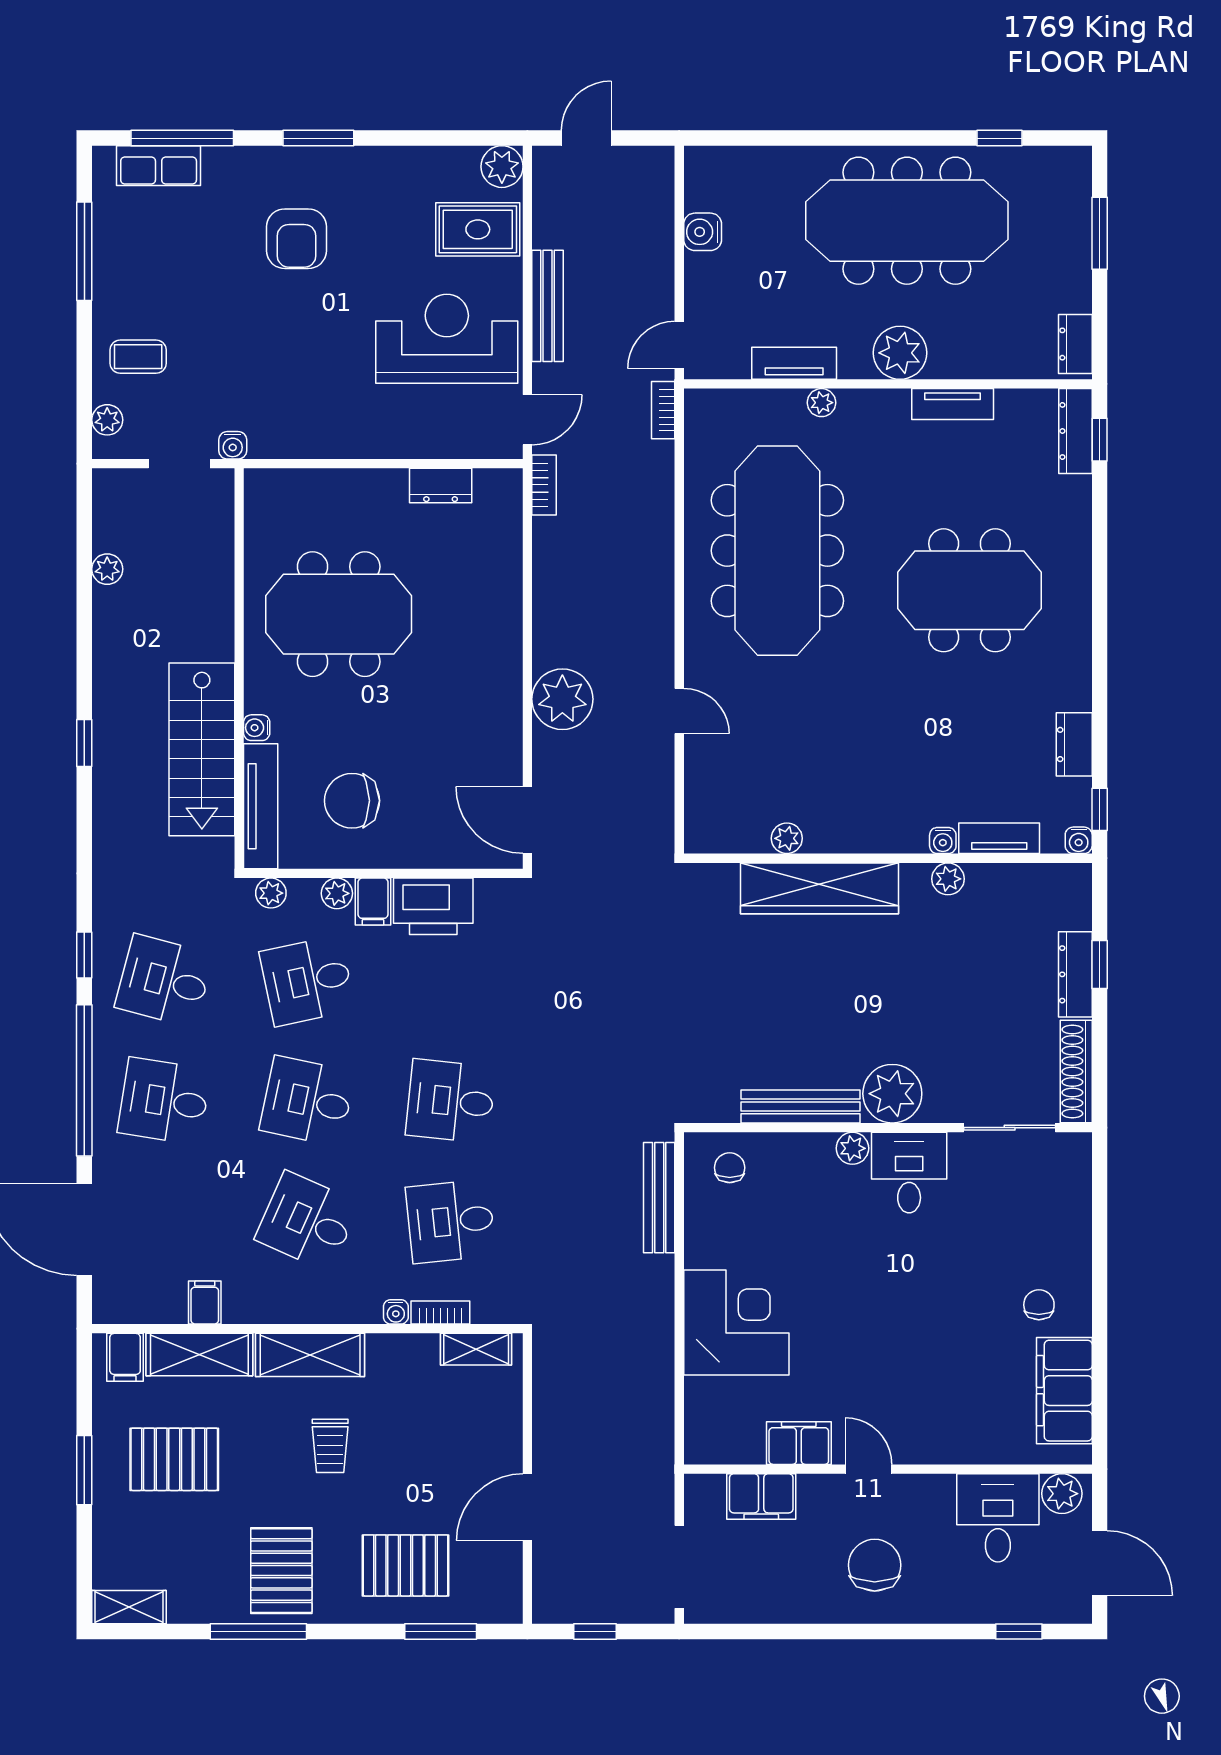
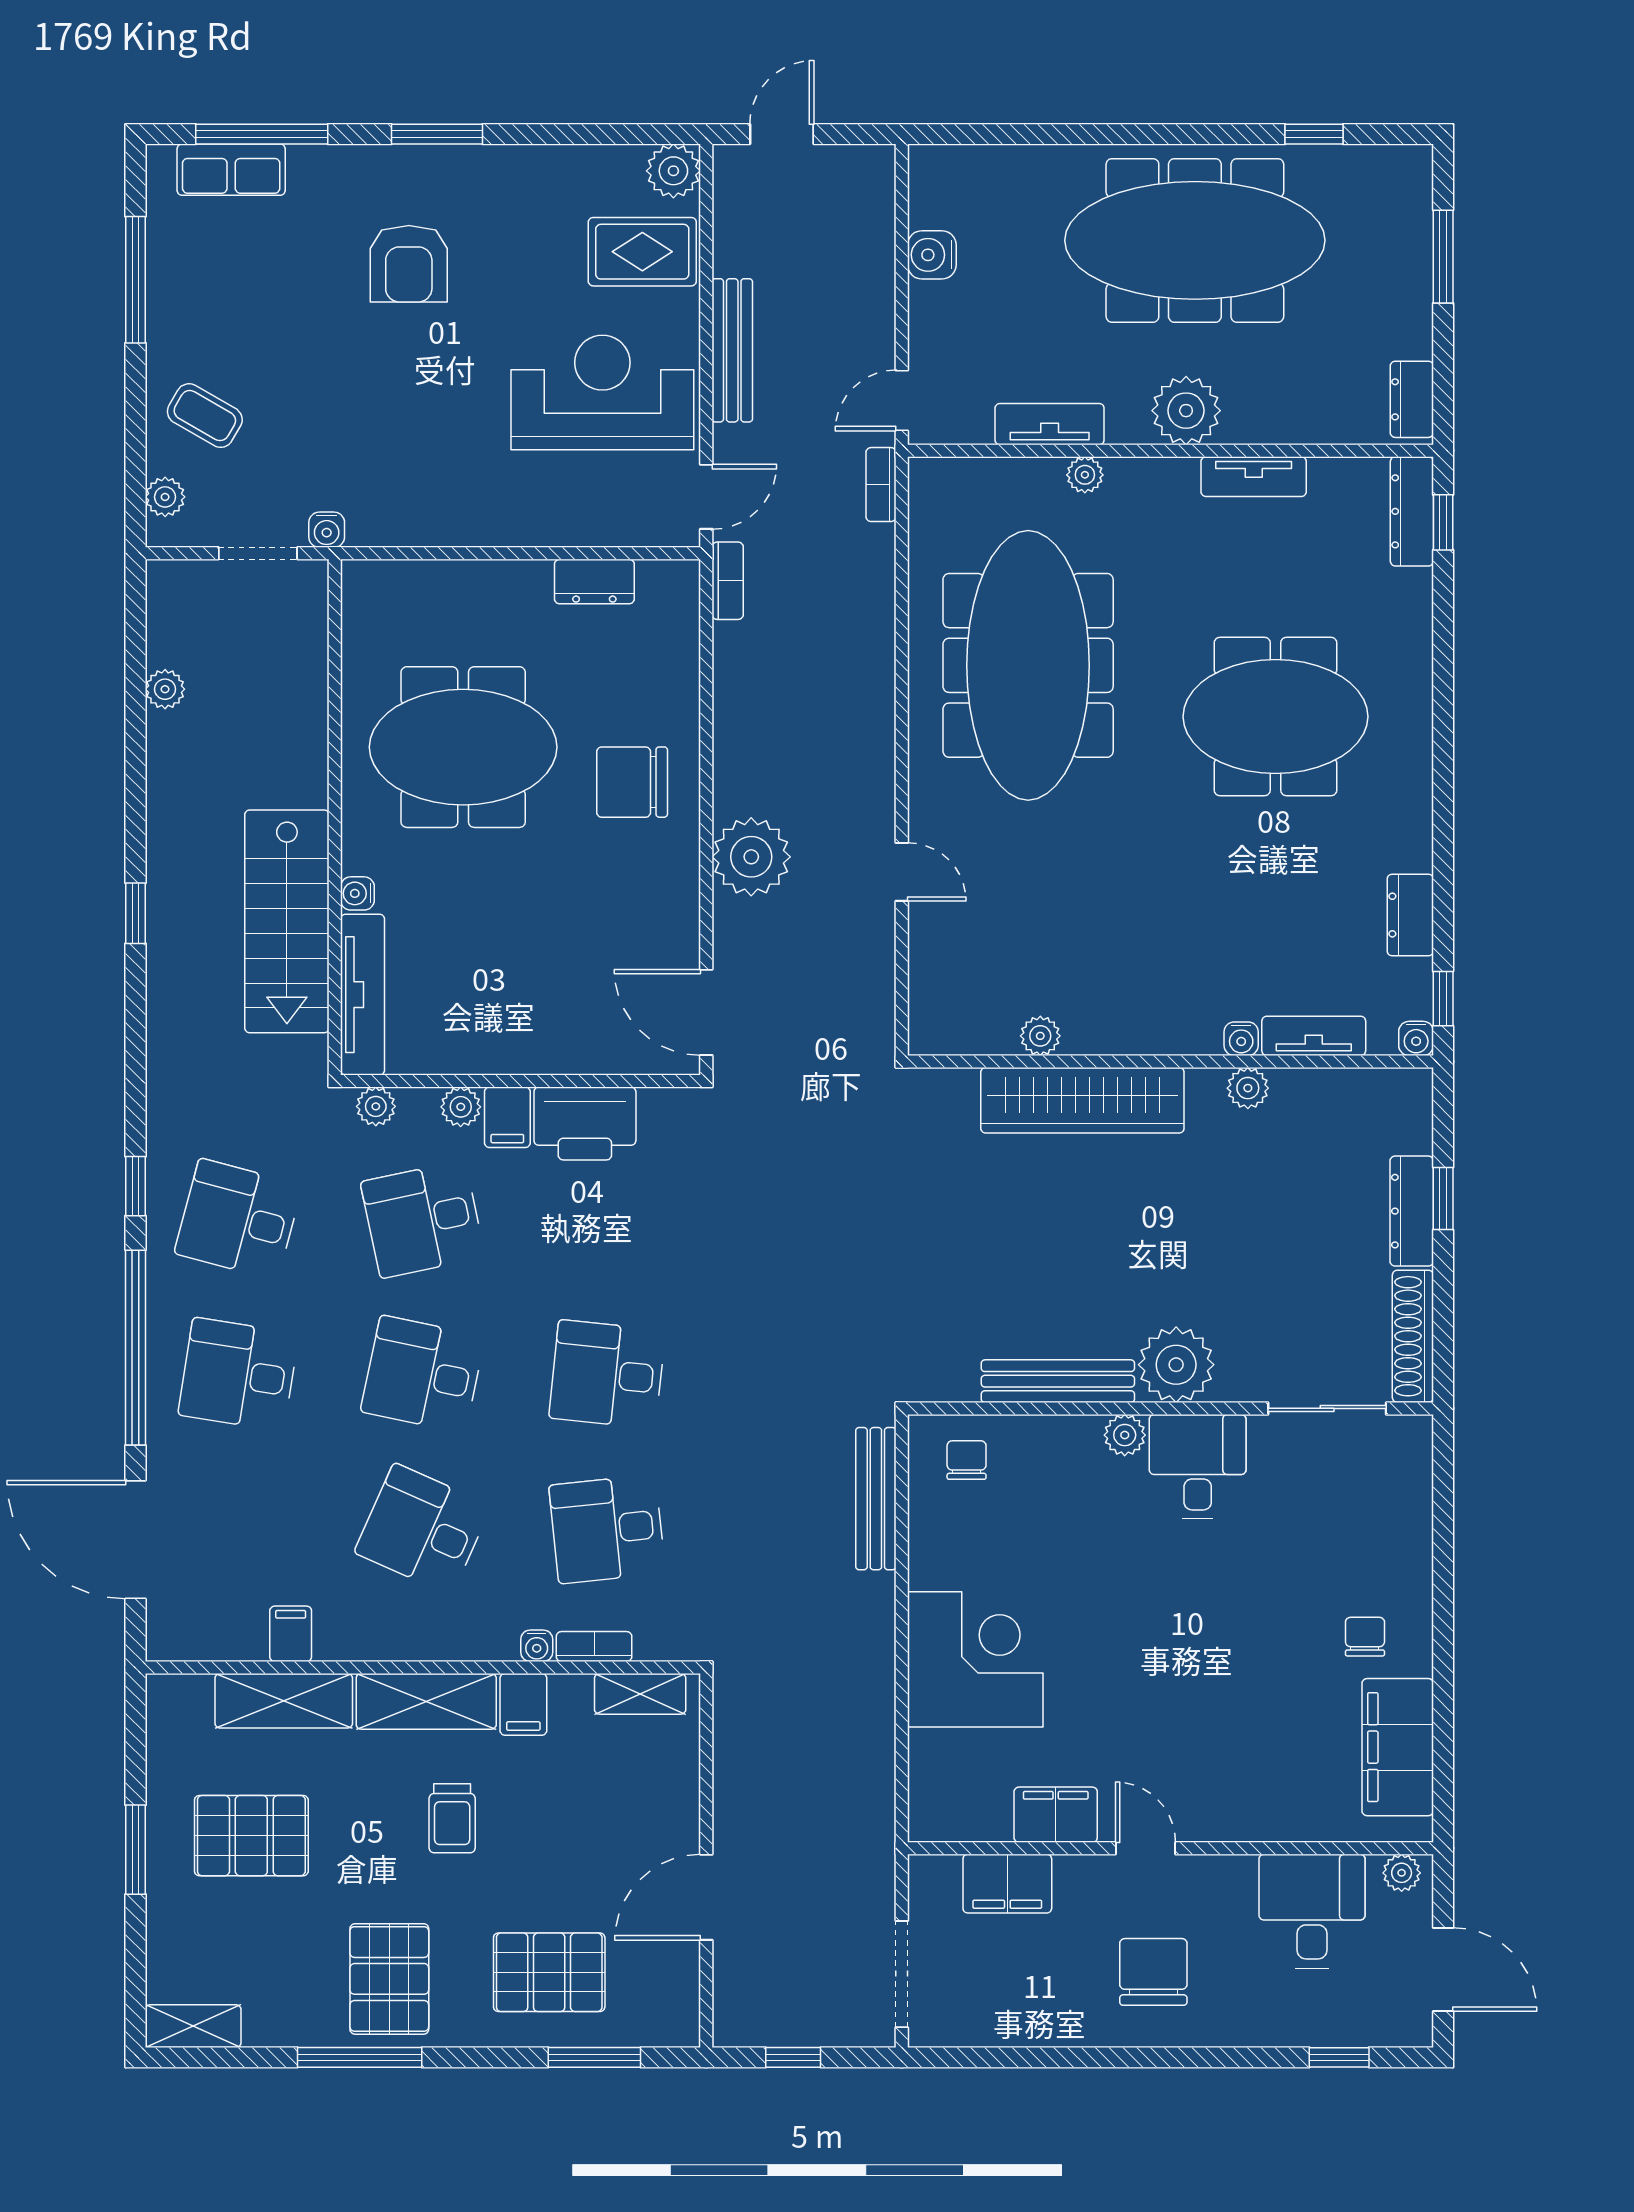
coffee table: (138, 357) -> (205, 416), turned 30
chair: (352, 801) -> (632, 782), moved
filing cabinet: (125, 1357) -> (523, 1704), moved
plant: (1062, 1494) -> (1402, 1873), width x0.73, depth x0.73

